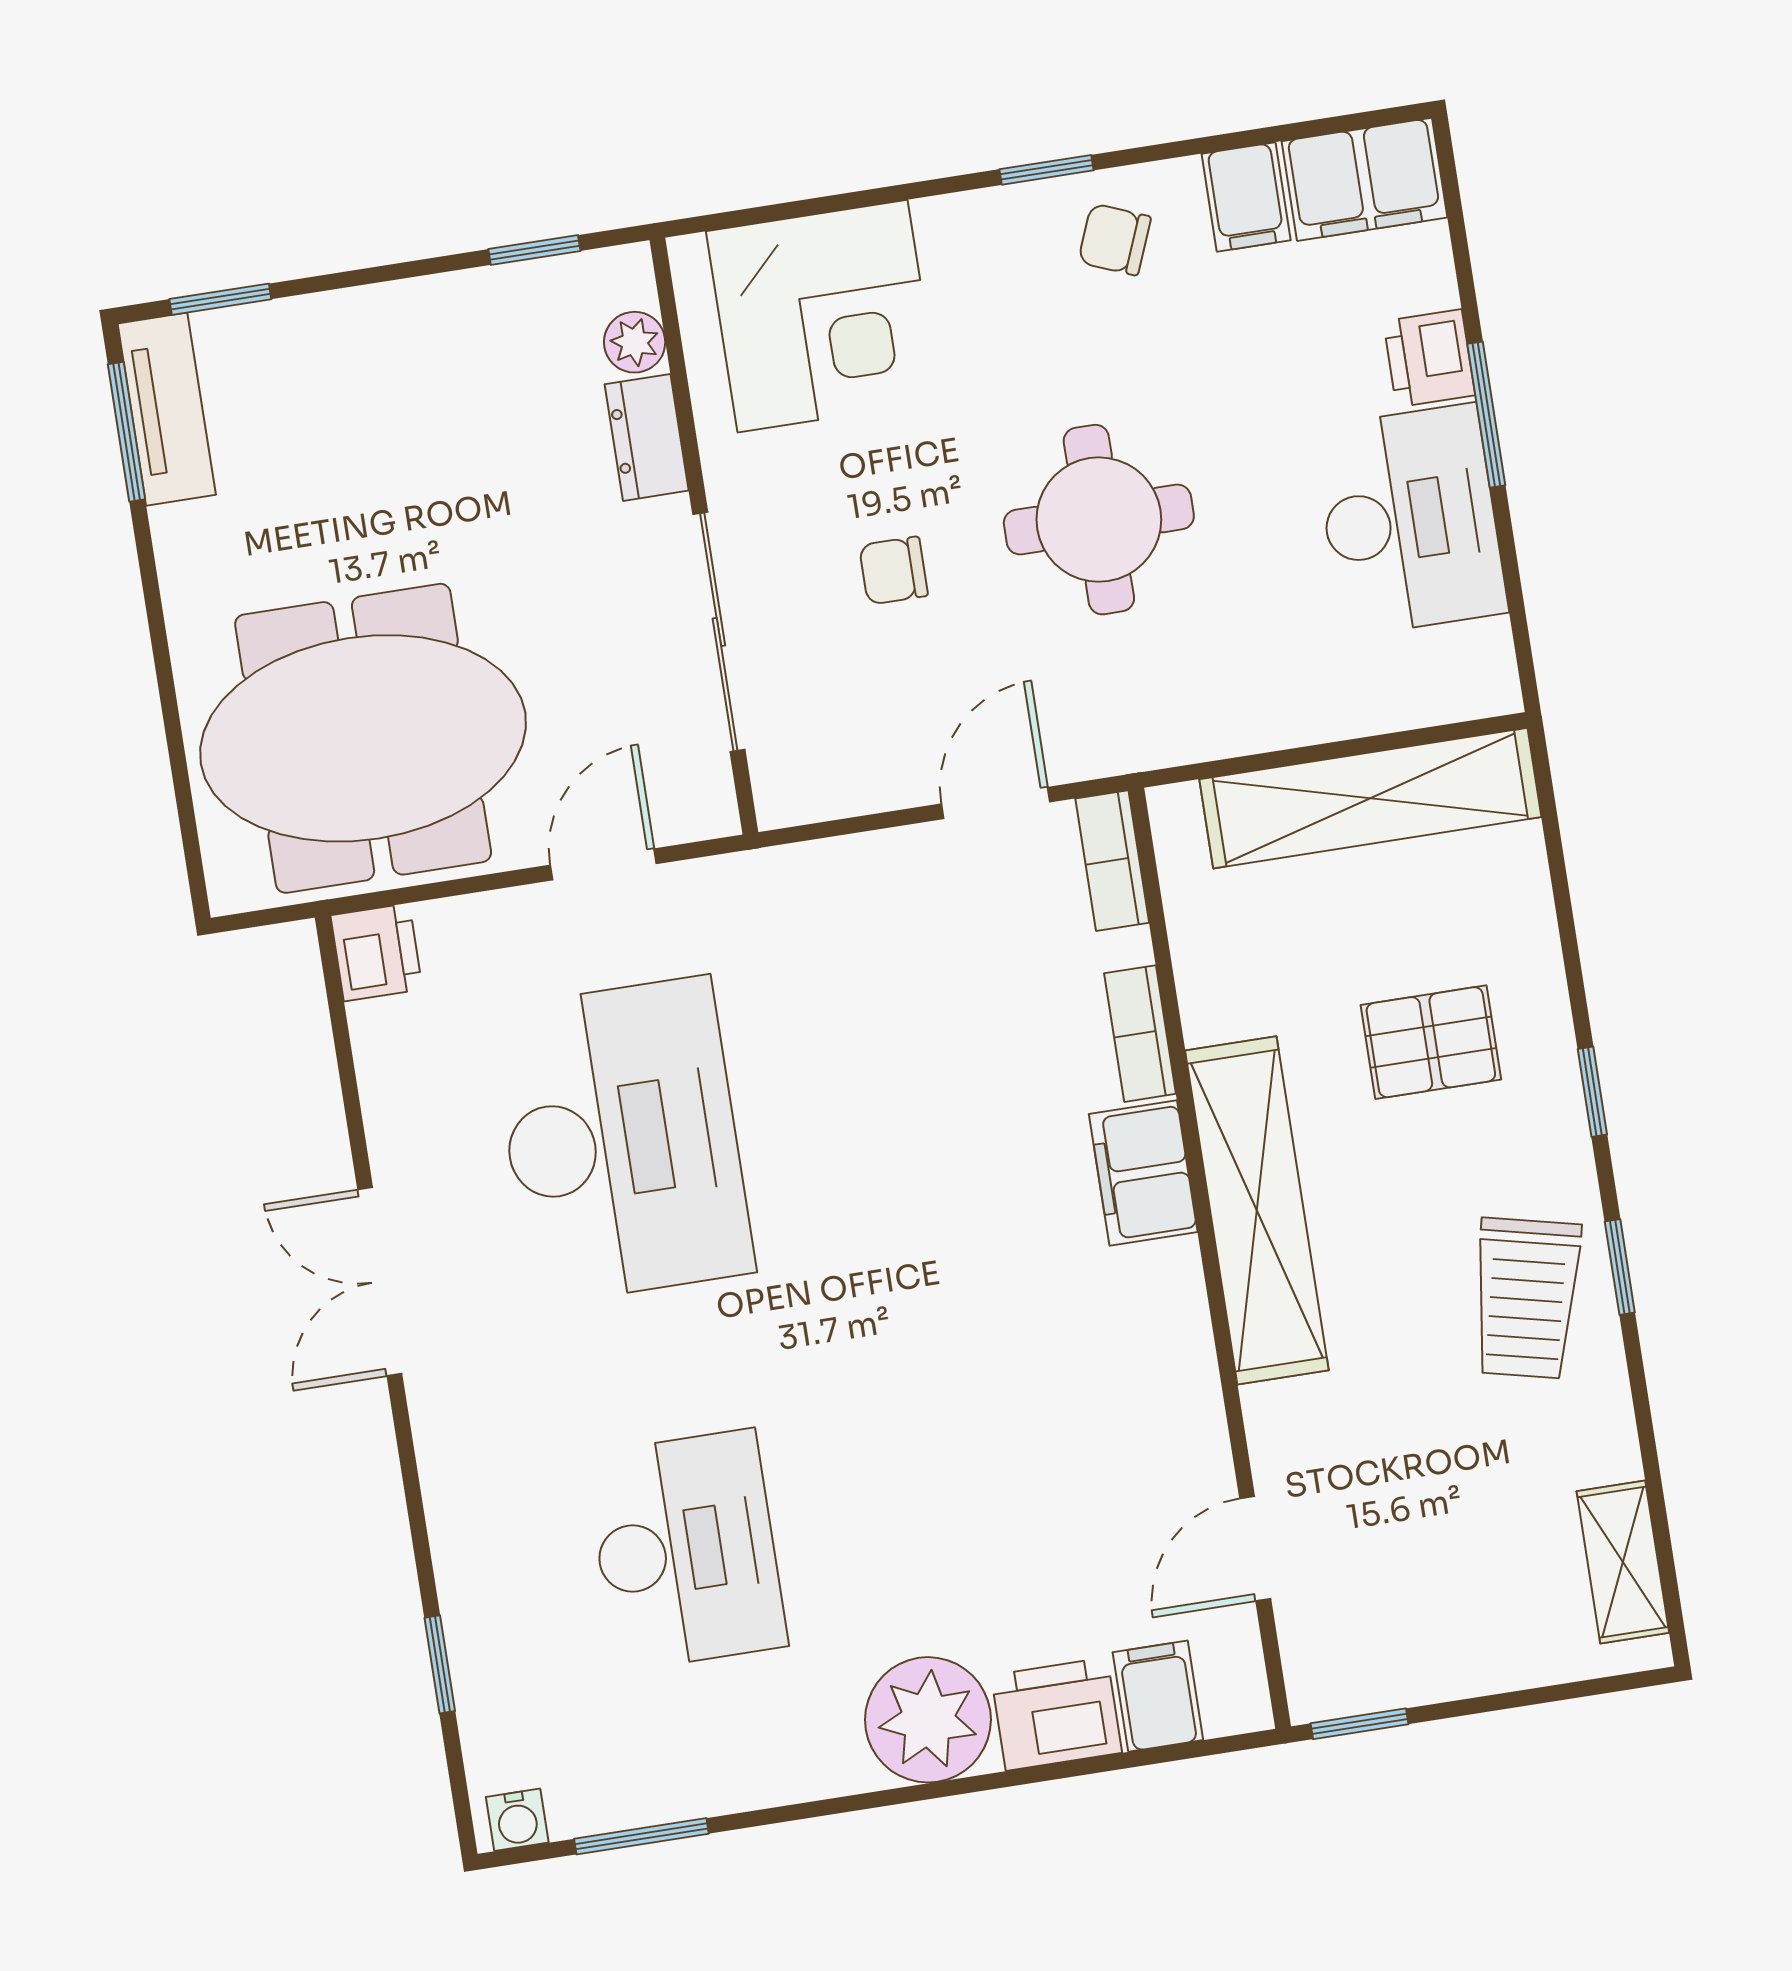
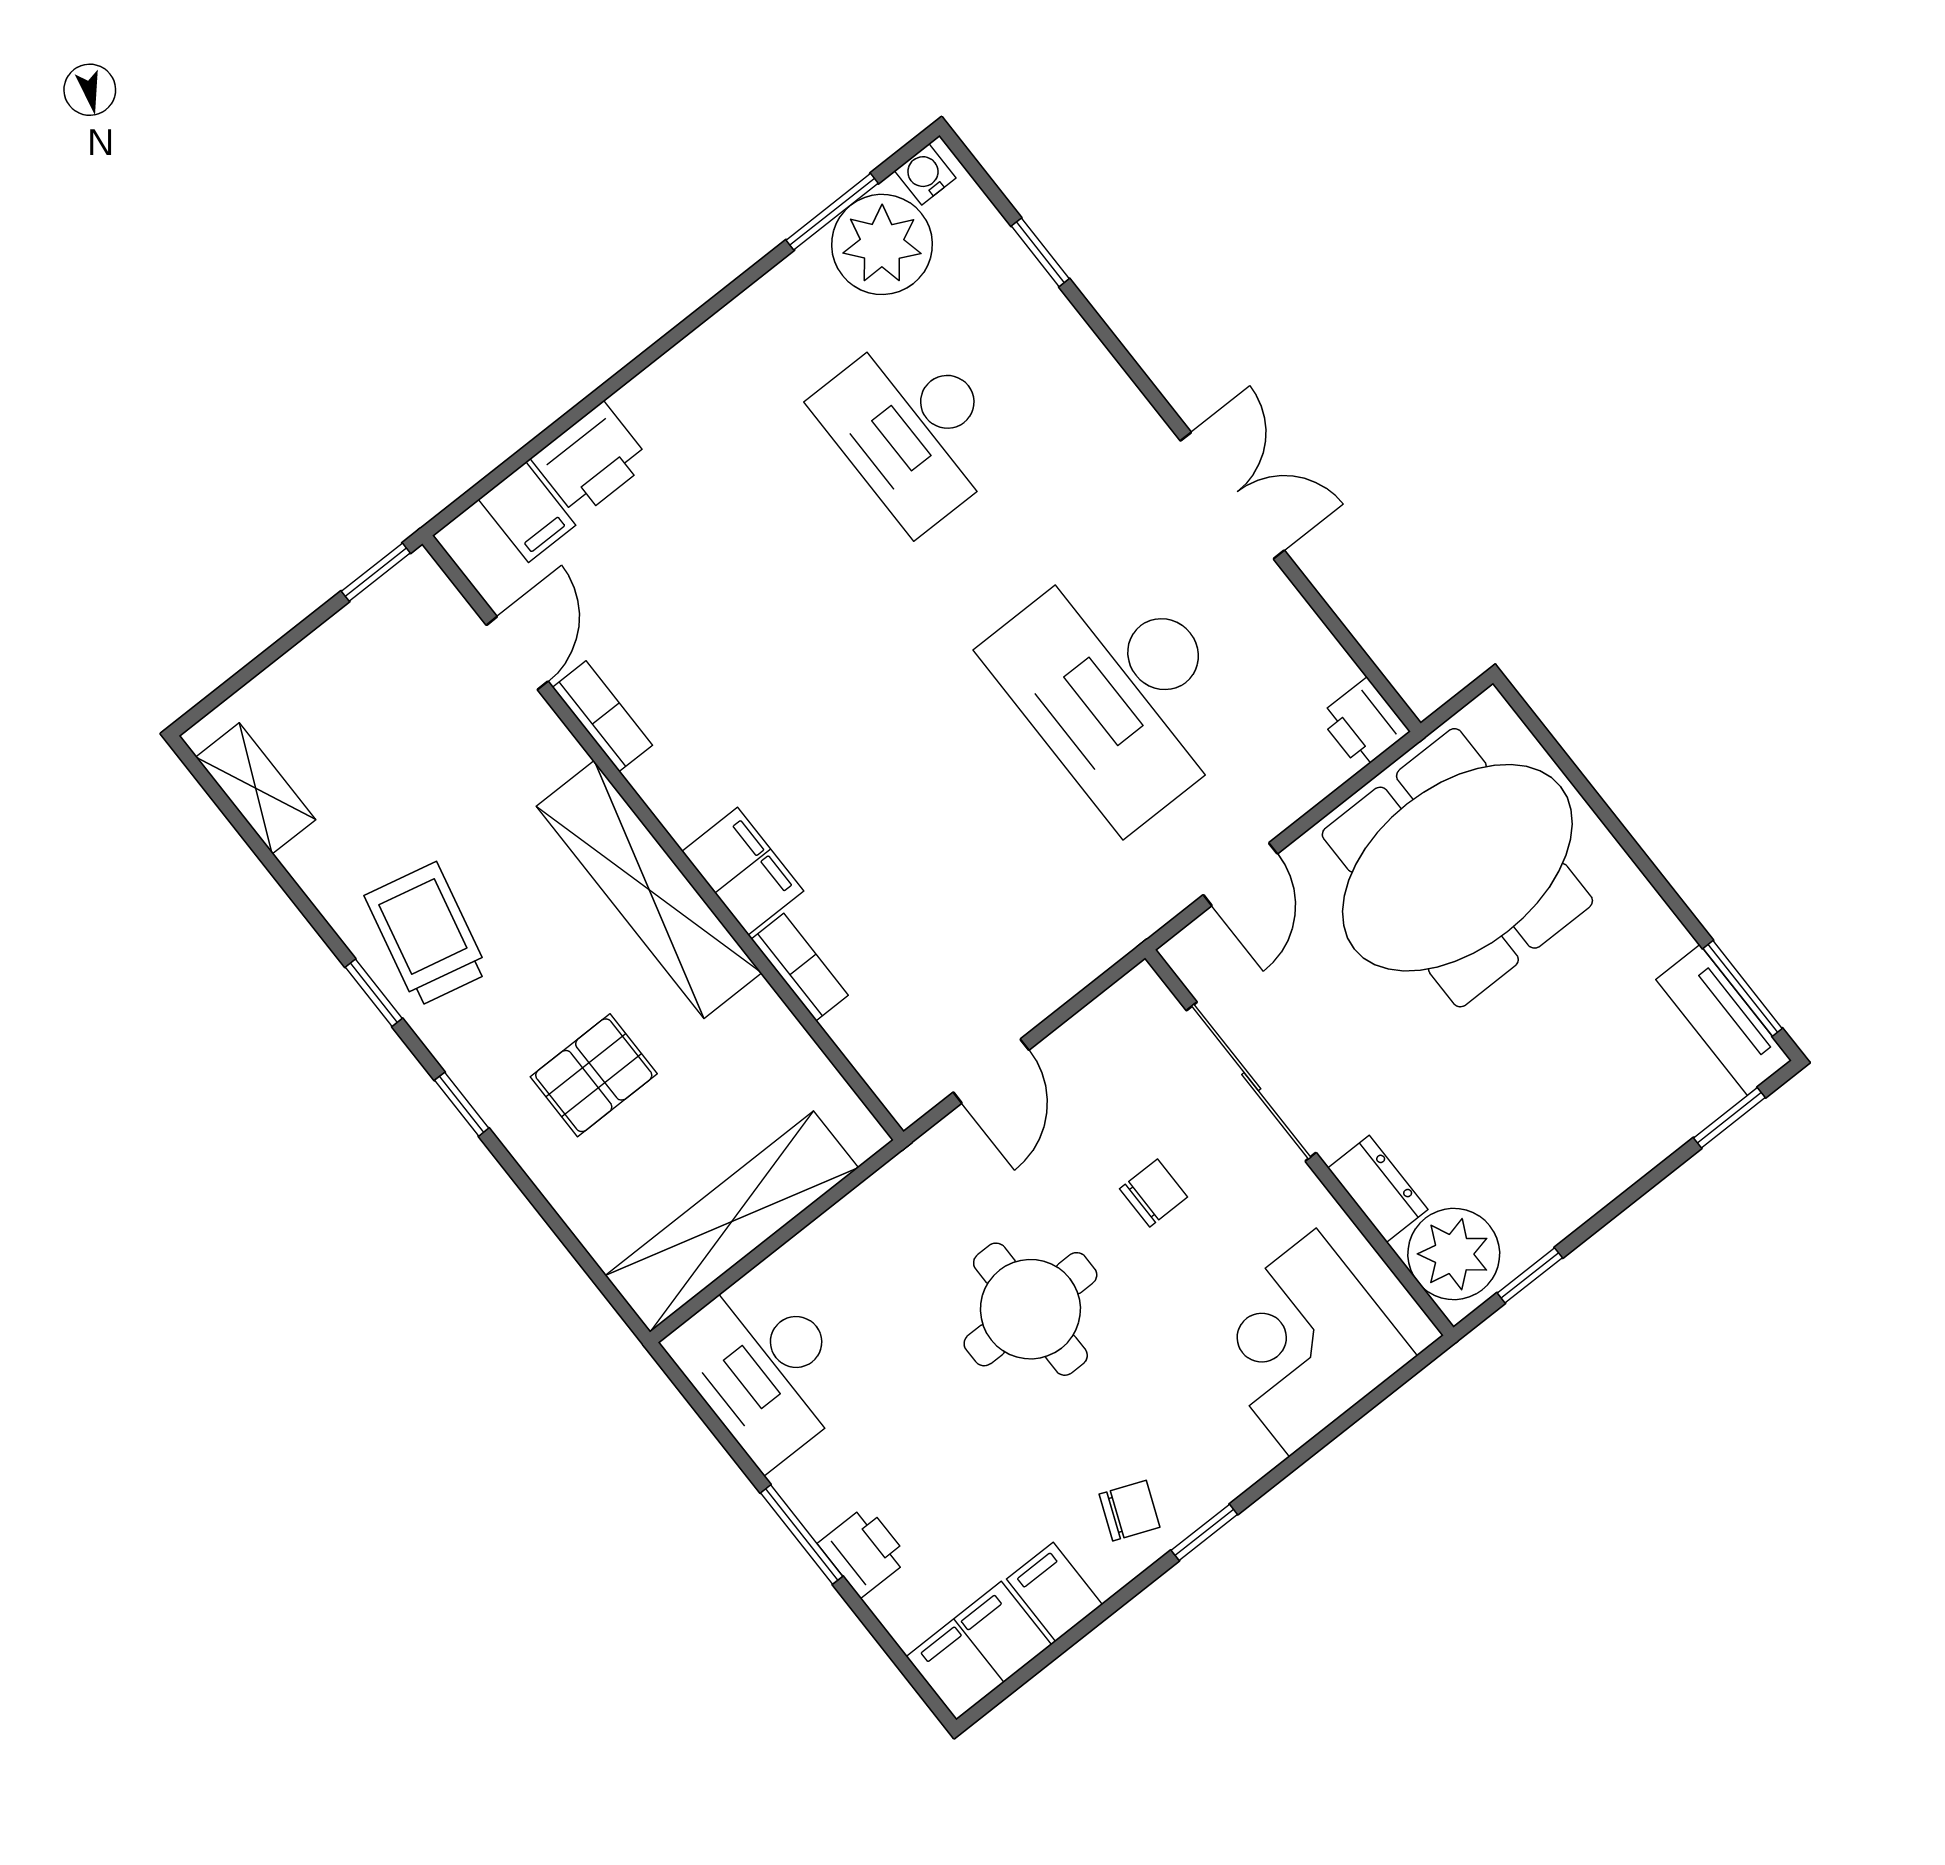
plant: (635, 342) -> (1454, 1254), width x1.87, depth x1.87
desk: (1410, 520) -> (763, 1368), moved
bookcase: (1112, 861) -> (602, 716), moved
plant: (928, 1720) -> (882, 244), moved

